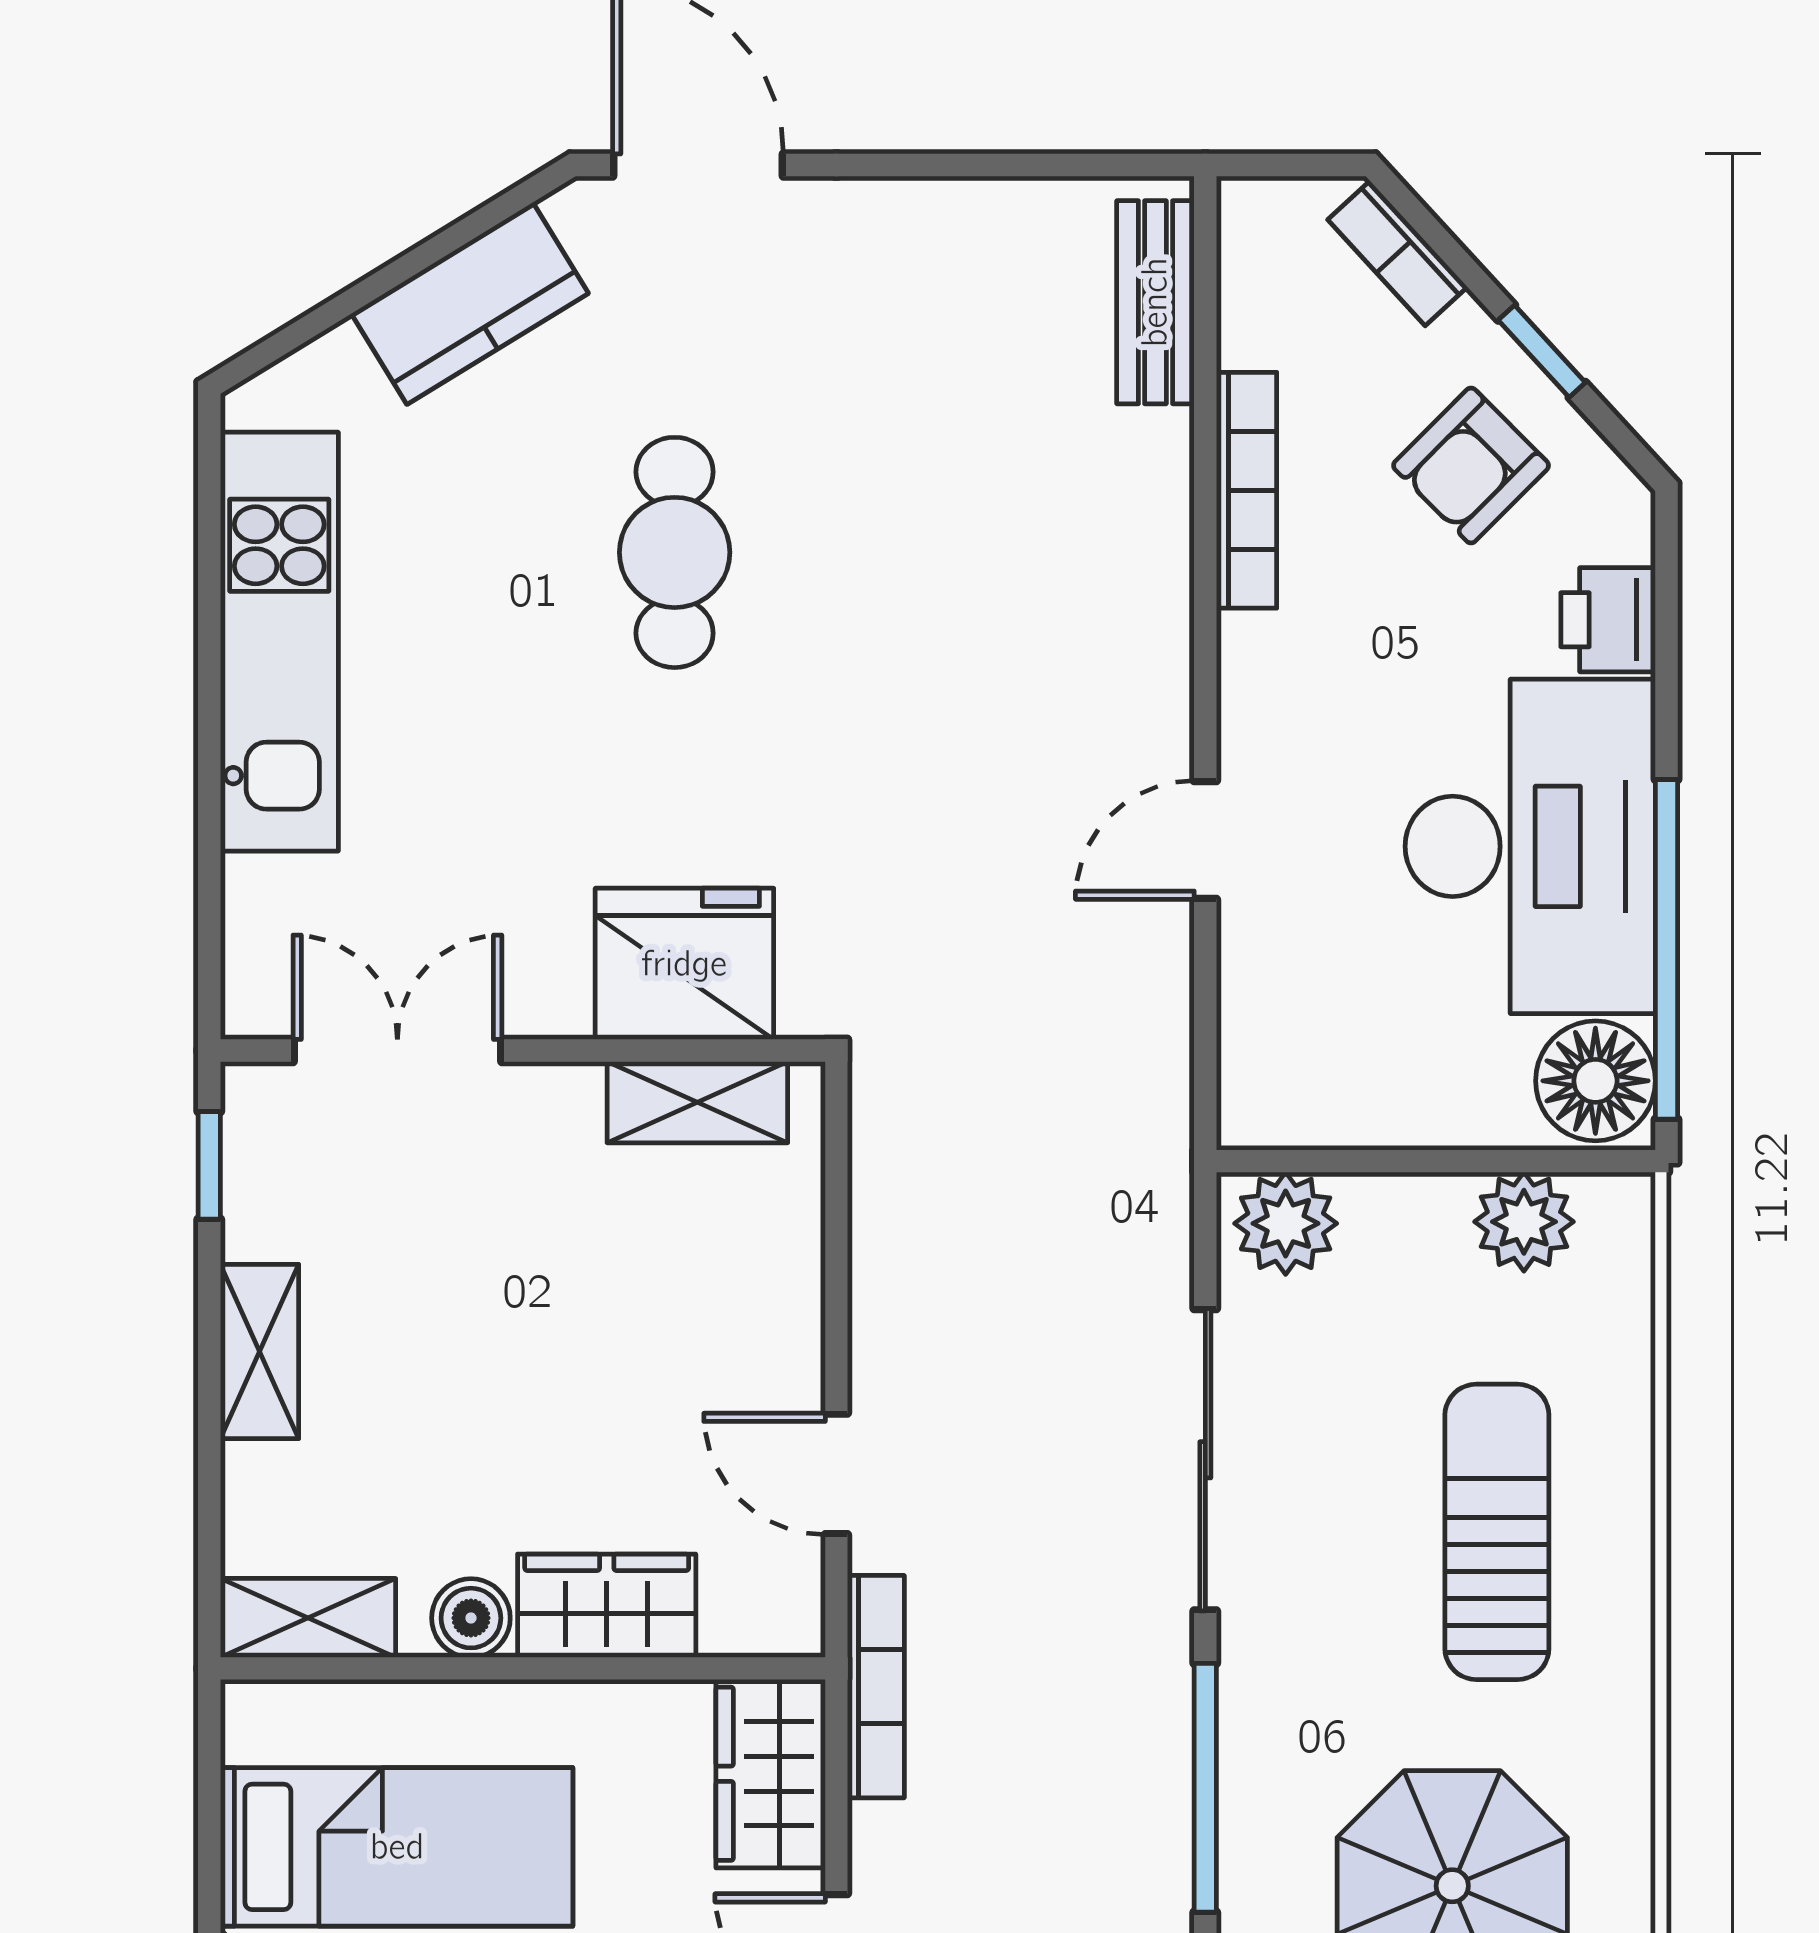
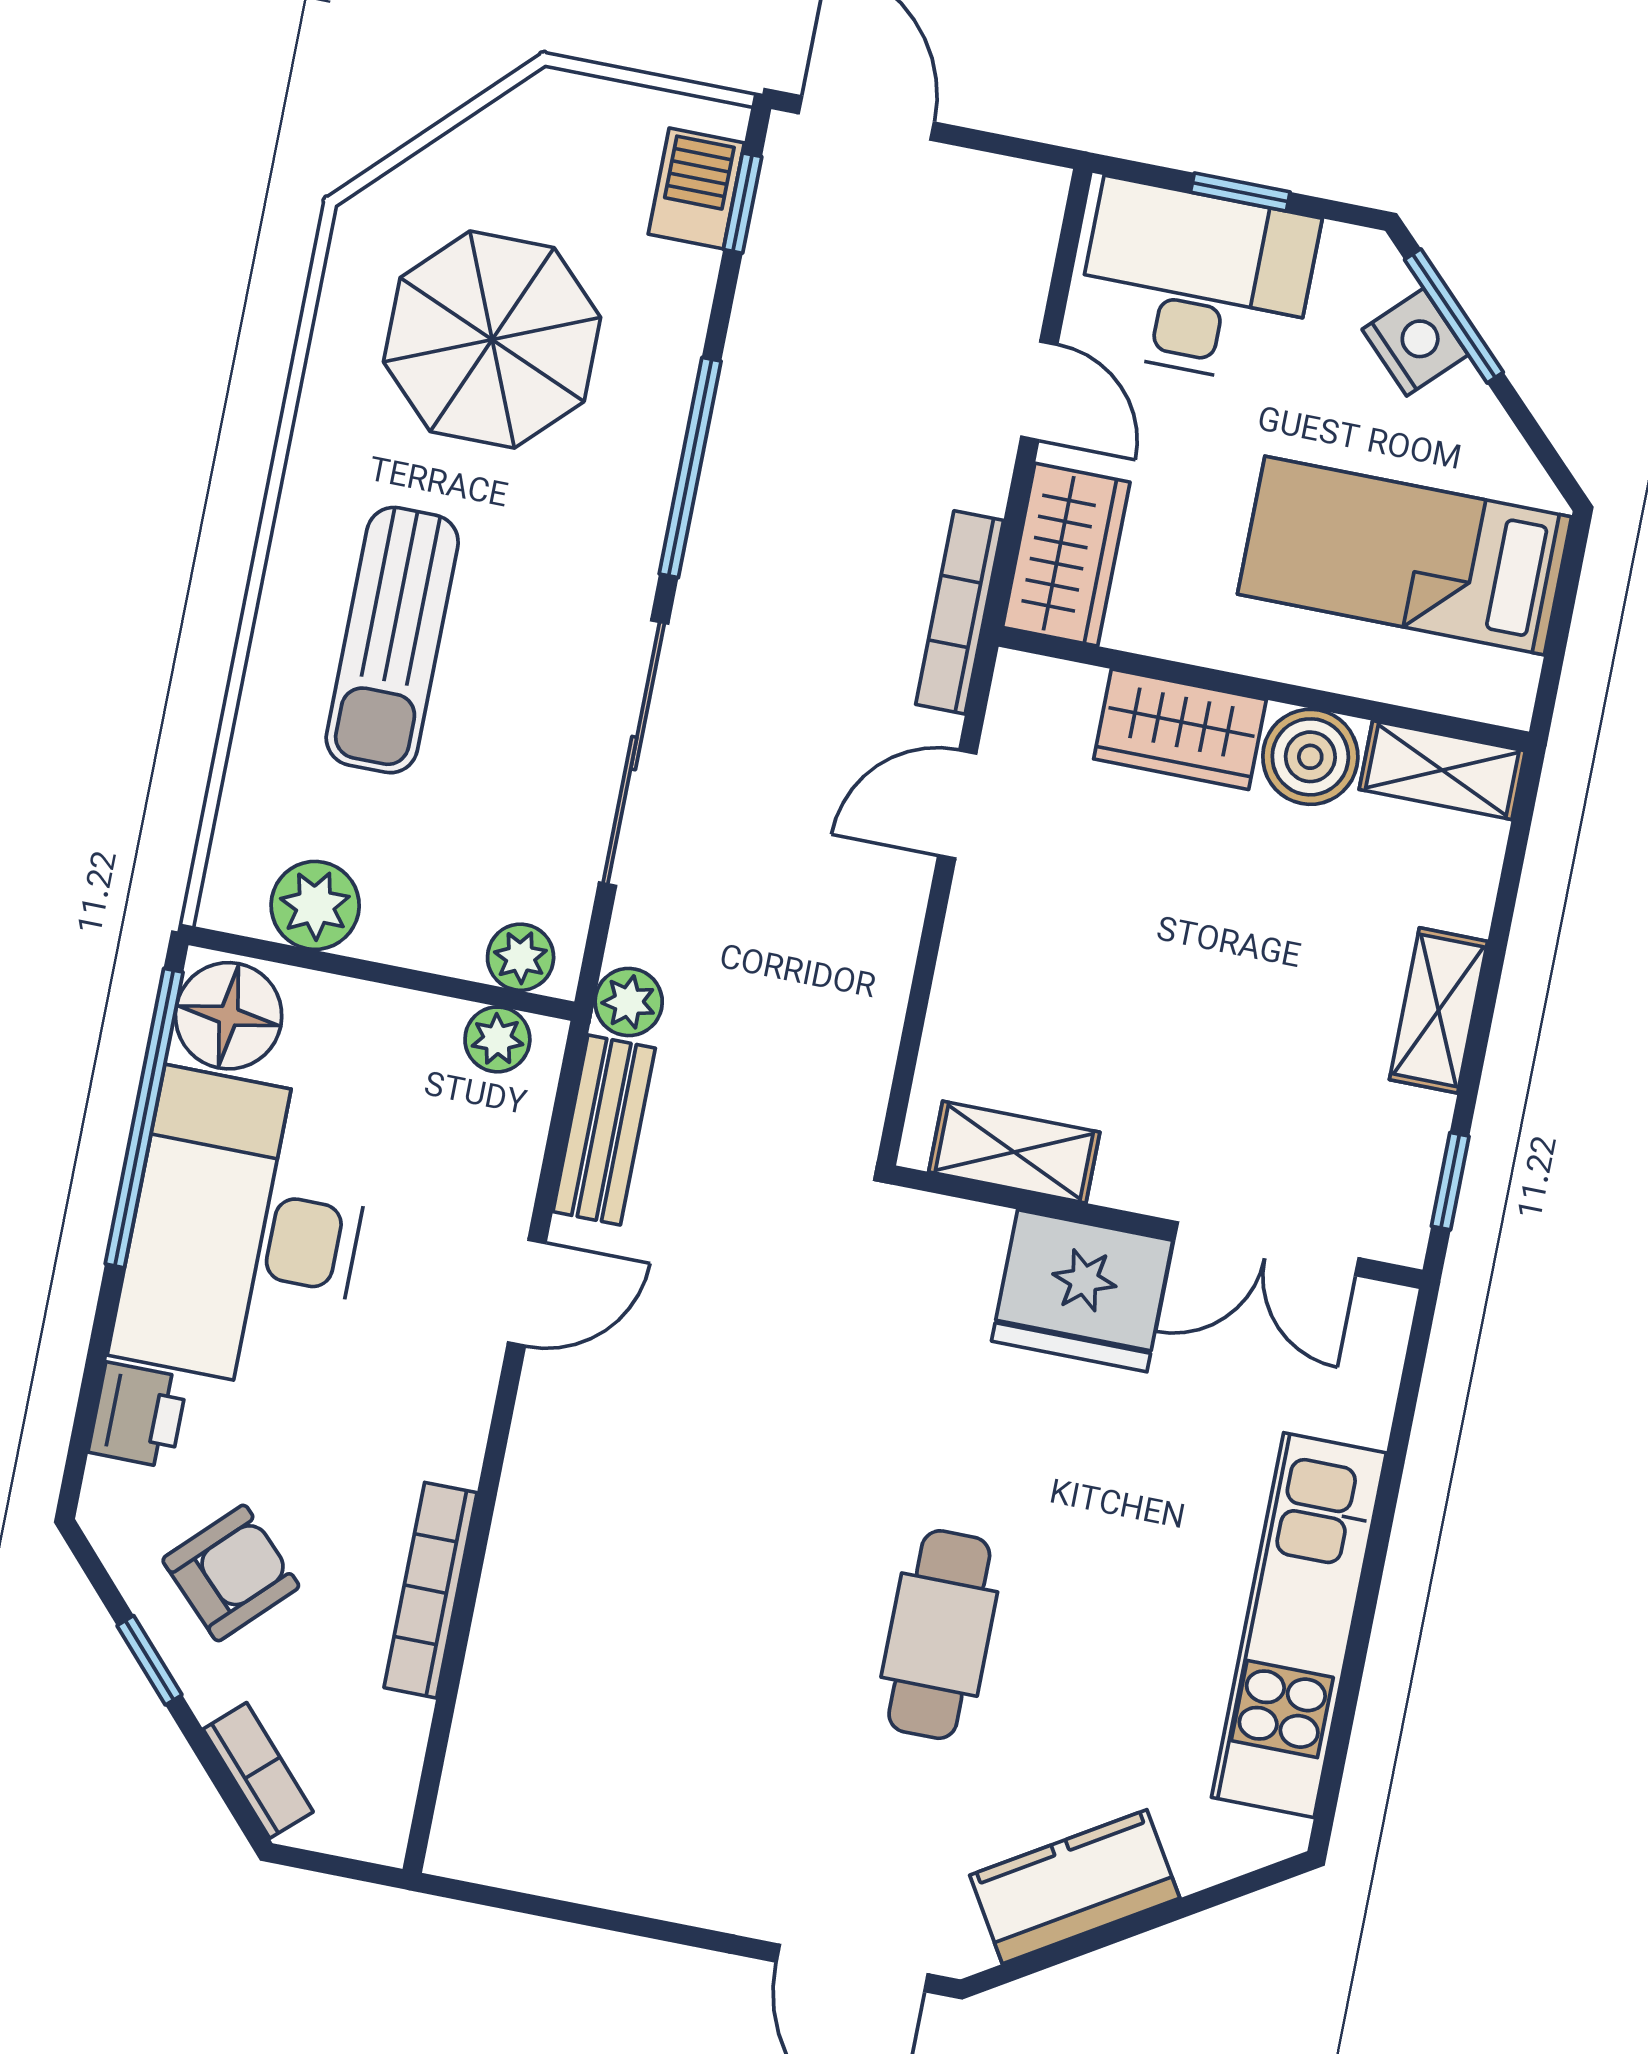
bench: (1155, 302) -> (604, 1130), moved
fridge: (684, 964) -> (1082, 1291), moved
plant: (1293, 1114) -> (497, 1039), added
plant: (1156, 1184) -> (629, 1002), added
plant: (1286, 1223) -> (521, 957), width x0.73, depth x0.73
door: (836, 1474) -> (957, 804), swing flipped
boiler: (471, 1618) -> (1310, 757), width x1.36, depth x1.36

